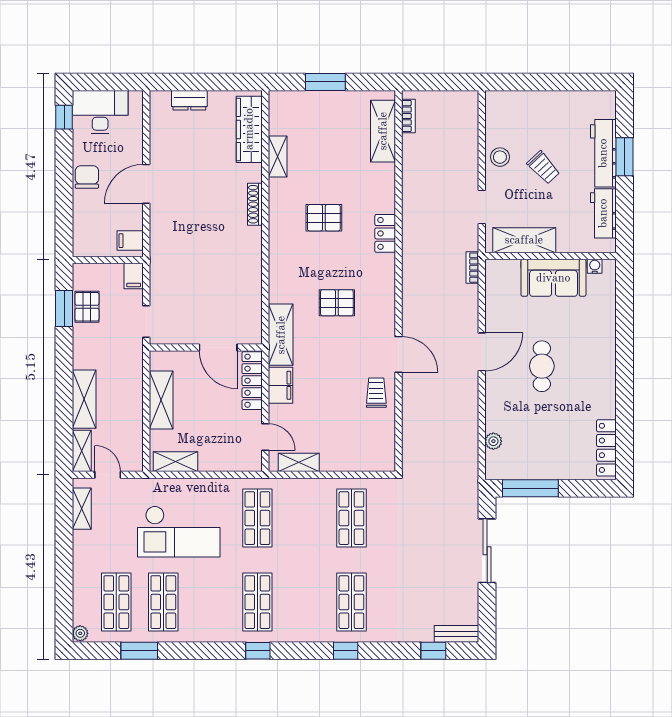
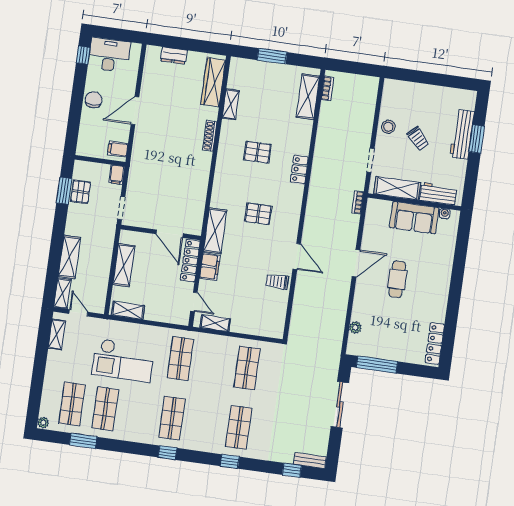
workbench: (603, 213) -> (438, 194), moved, turned 90
trolley: (376, 393) -> (277, 281), turned -90

